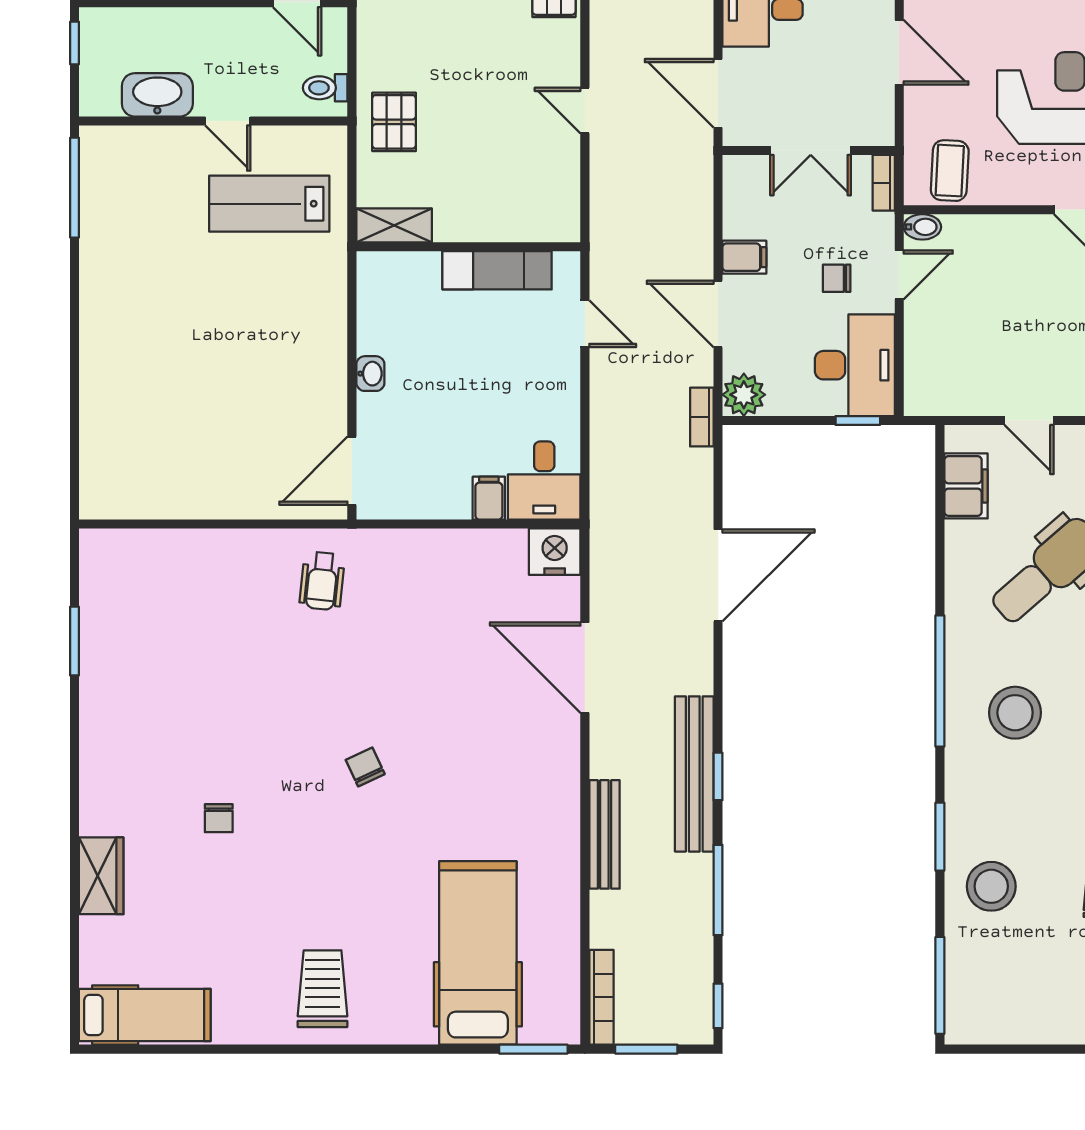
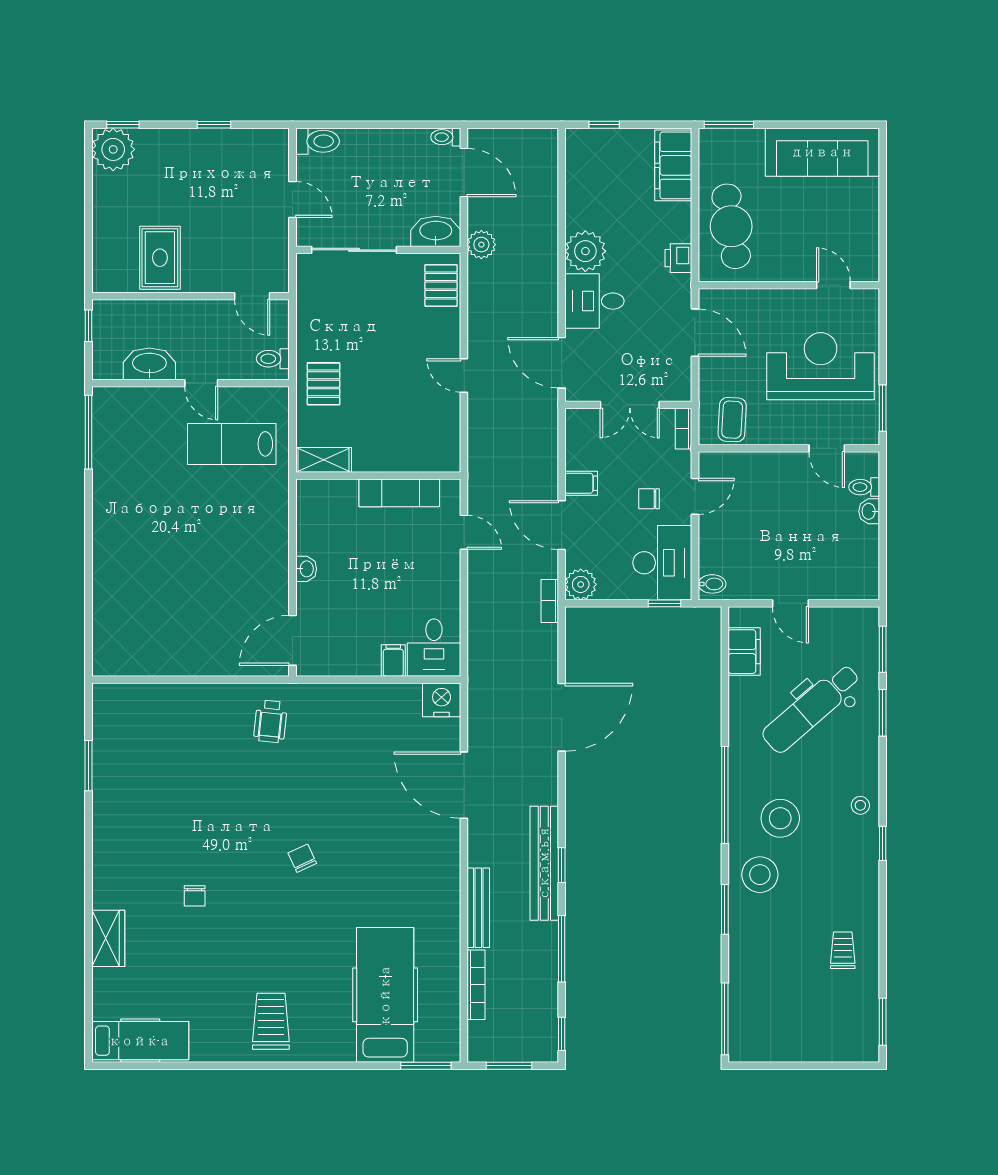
bidet: (922, 227) -> (712, 584), moved
stool: (991, 886) -> (760, 875), moved
bookcase: (601, 997) -> (476, 985), moved

